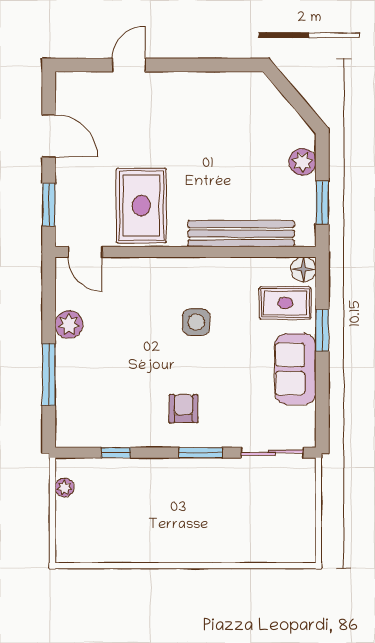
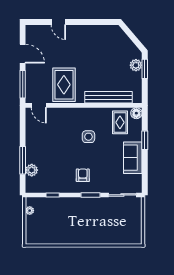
door: (129, 65) -> (58, 22), swing flipped
window: (322, 203) -> (145, 69), moved
window: (49, 205) -> (23, 84), width x1.44
rug: (285, 303) -> (120, 122), moved, turned 90
plant: (69, 324) -> (32, 170), moved

